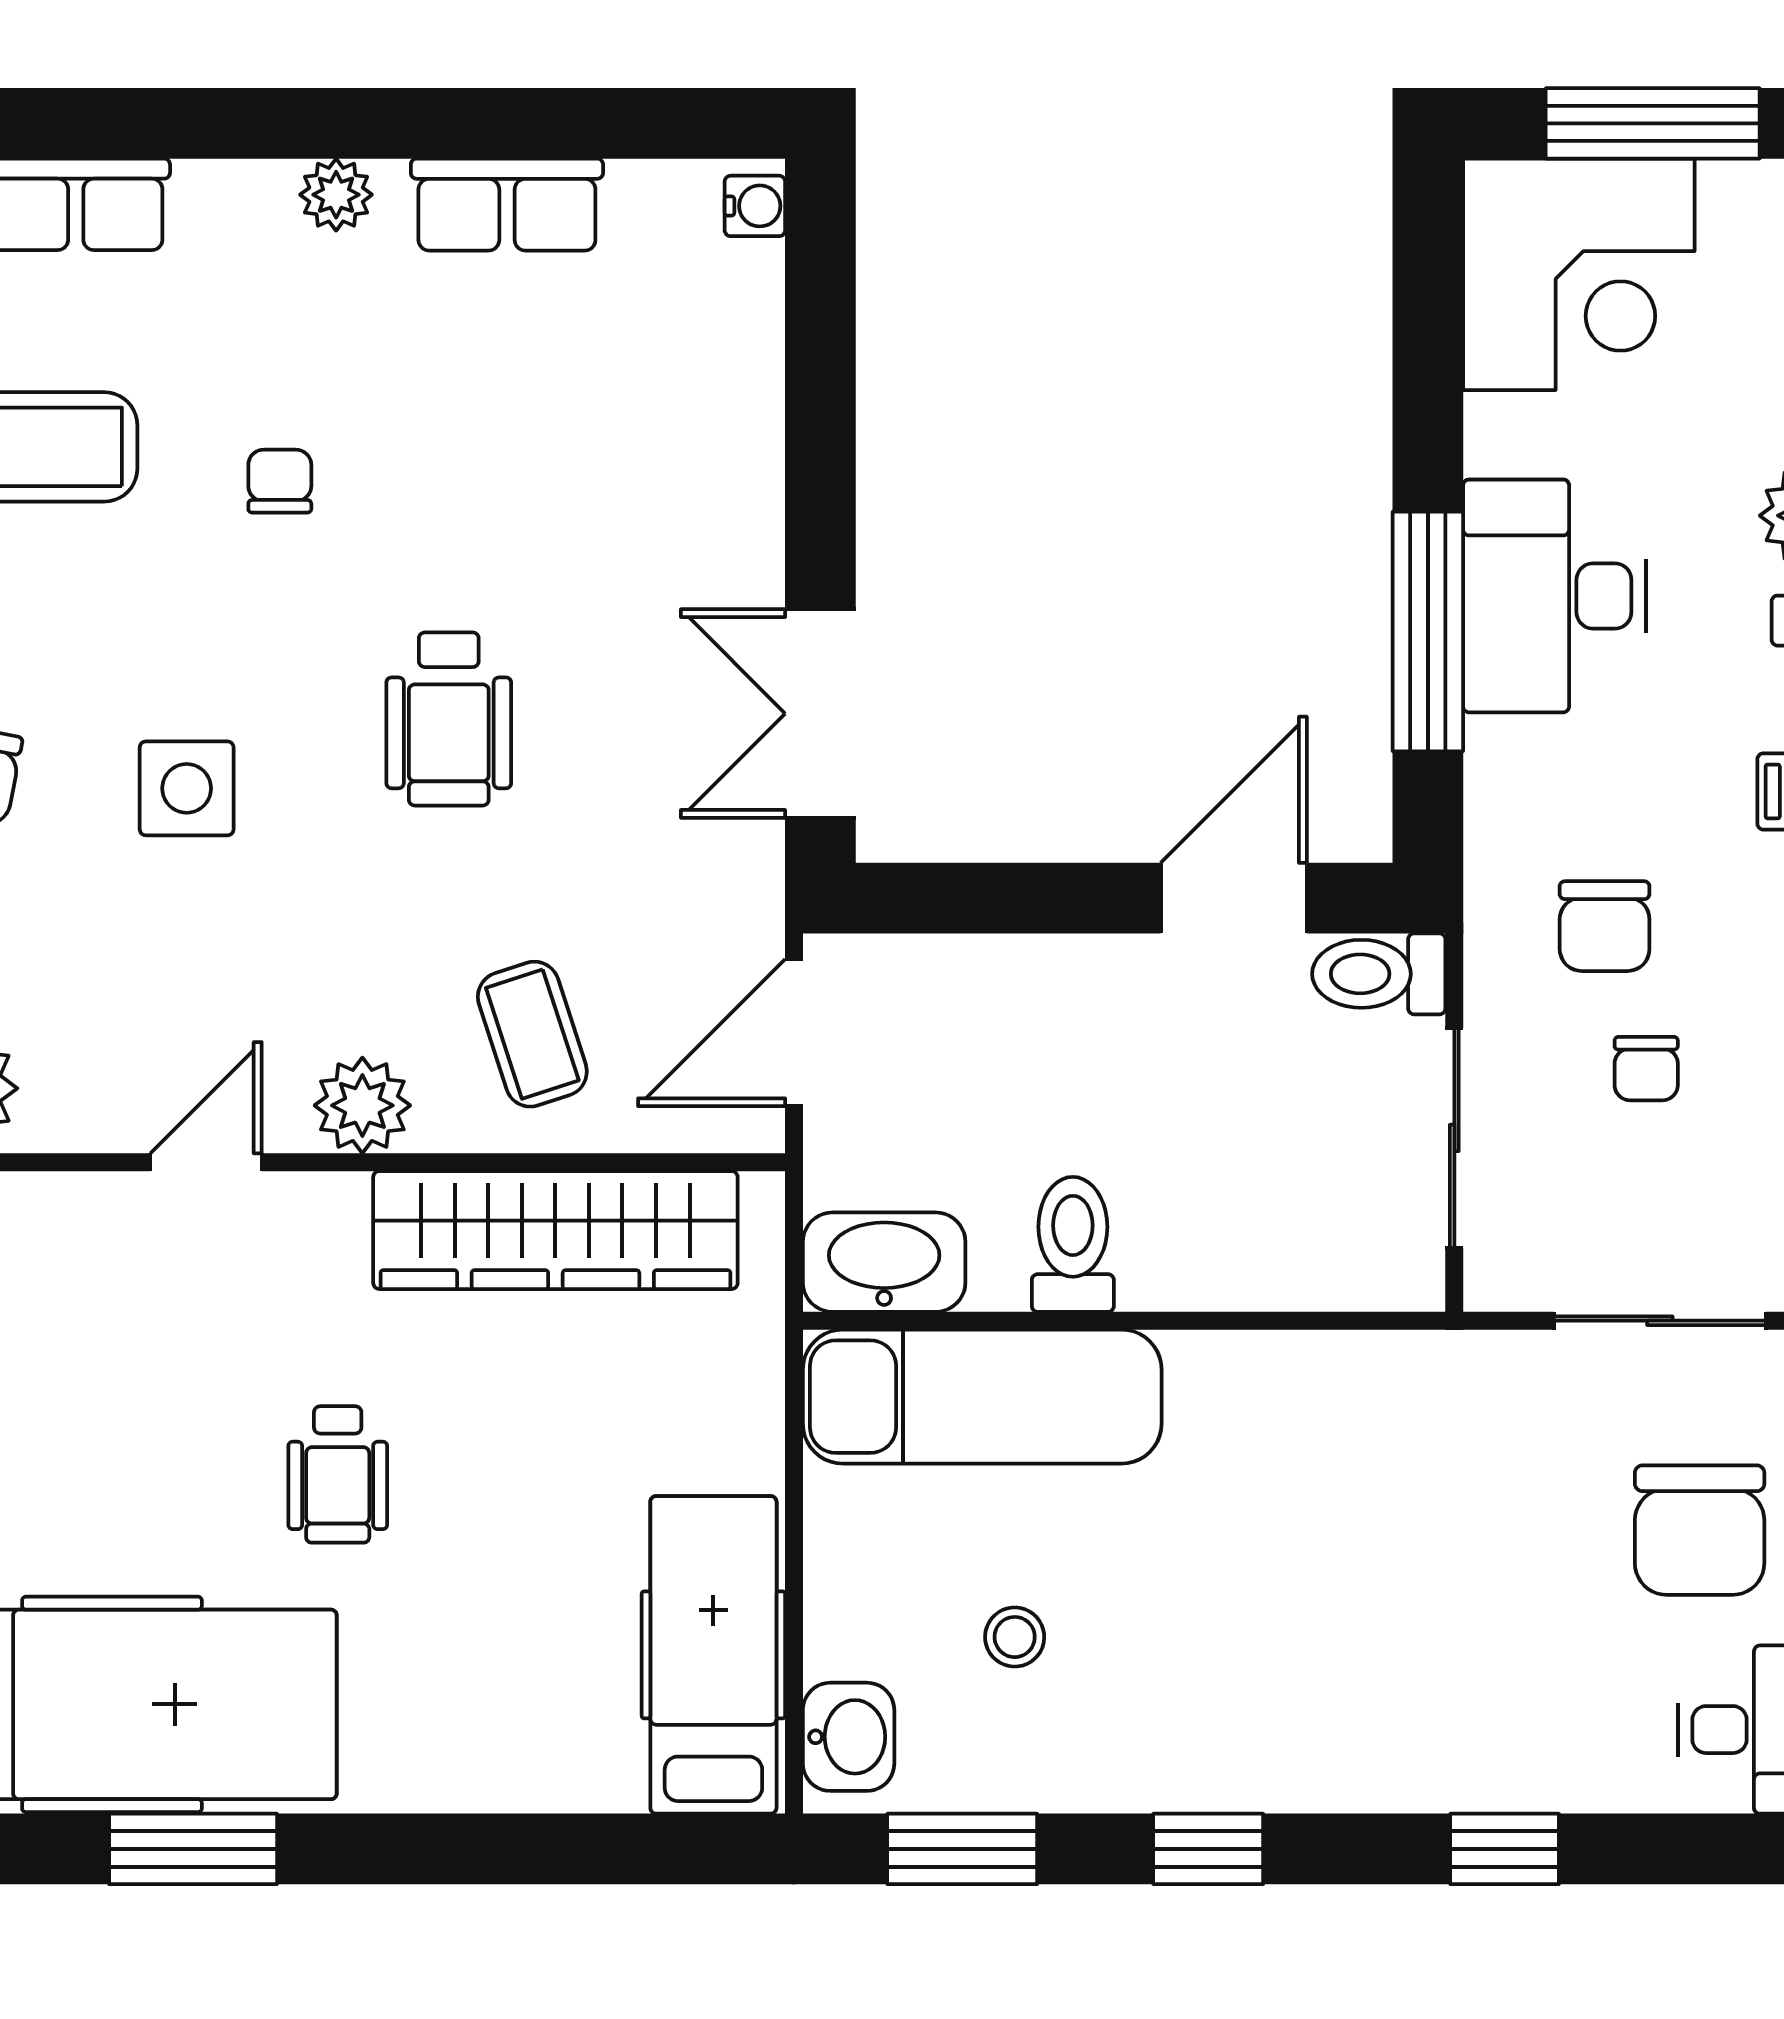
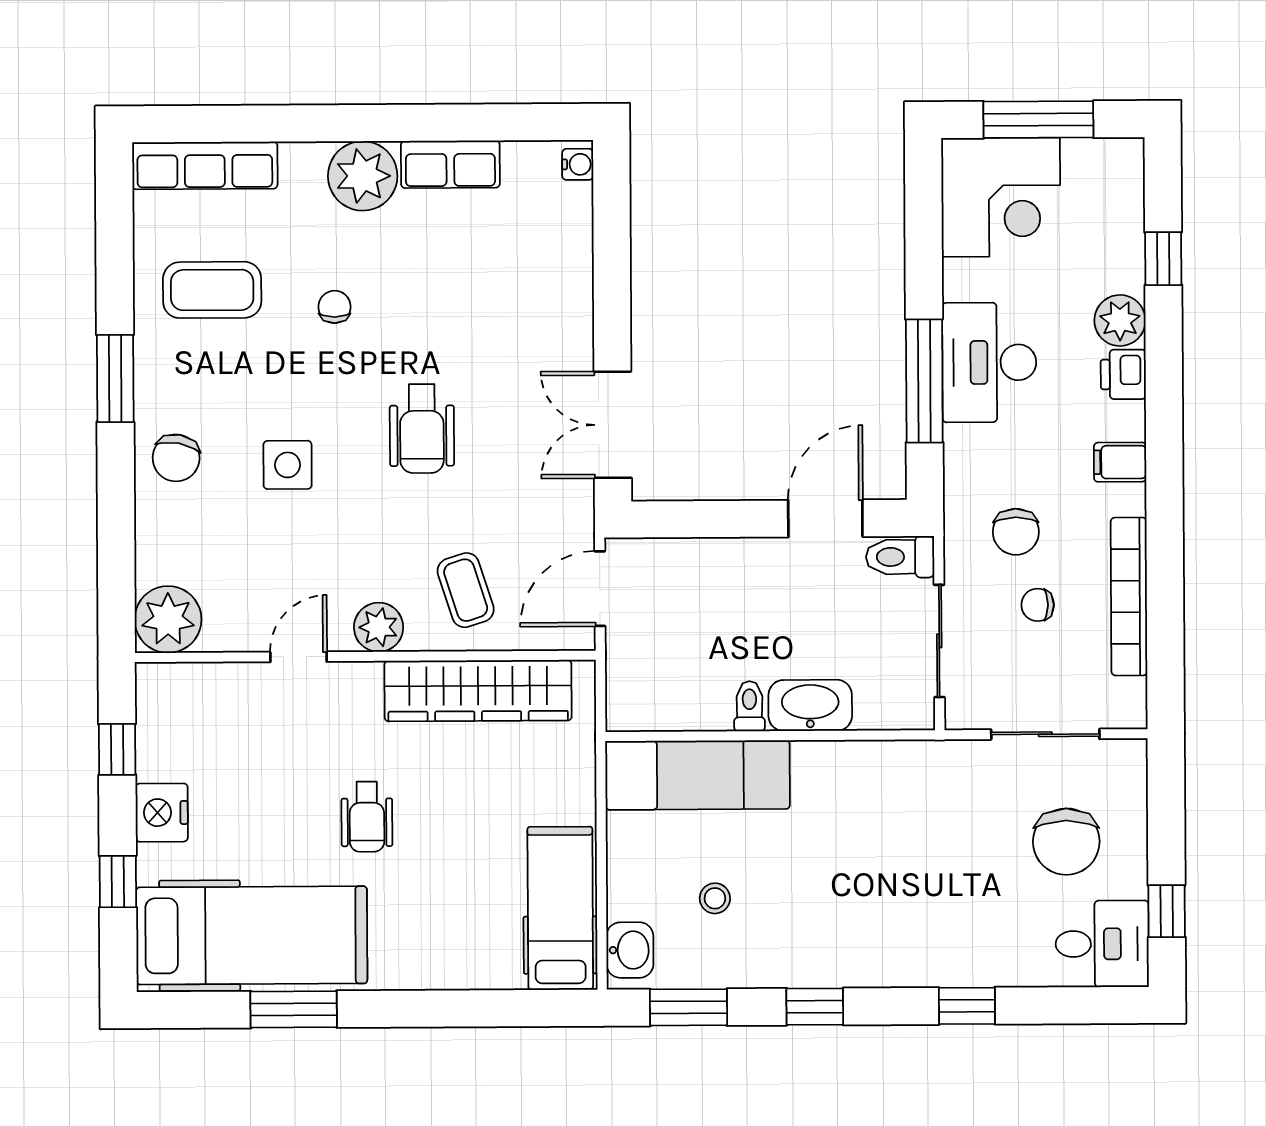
plant: (336, 195) -> (363, 176), width x1.87, depth x1.87
chair: (1646, 1069) -> (1038, 605), turned 90
toilet: (1073, 1244) -> (749, 706), width x0.73, depth x0.72
washbasin: (884, 1262) -> (810, 705), moved

